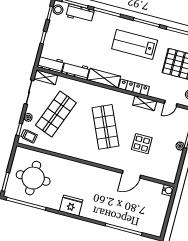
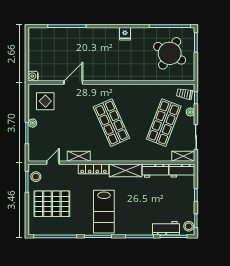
lab bench: (135, 44) -> (104, 212), turned 90
display table: (142, 144) -> (45, 101), moved
round table: (33, 178) -> (170, 53), turned 30
fridge: (71, 206) -> (125, 34), width x0.53, depth x0.75

